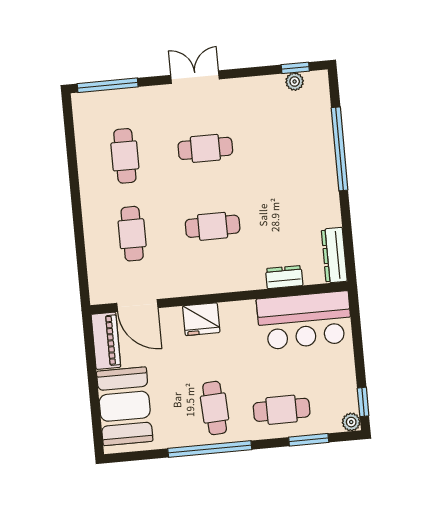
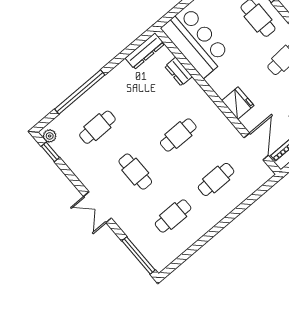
plant: (295, 82) -> (50, 136), moved
cafe table: (286, 141) -> (97, 127), added
cafe table: (213, 226) -> (178, 135), turned 90

